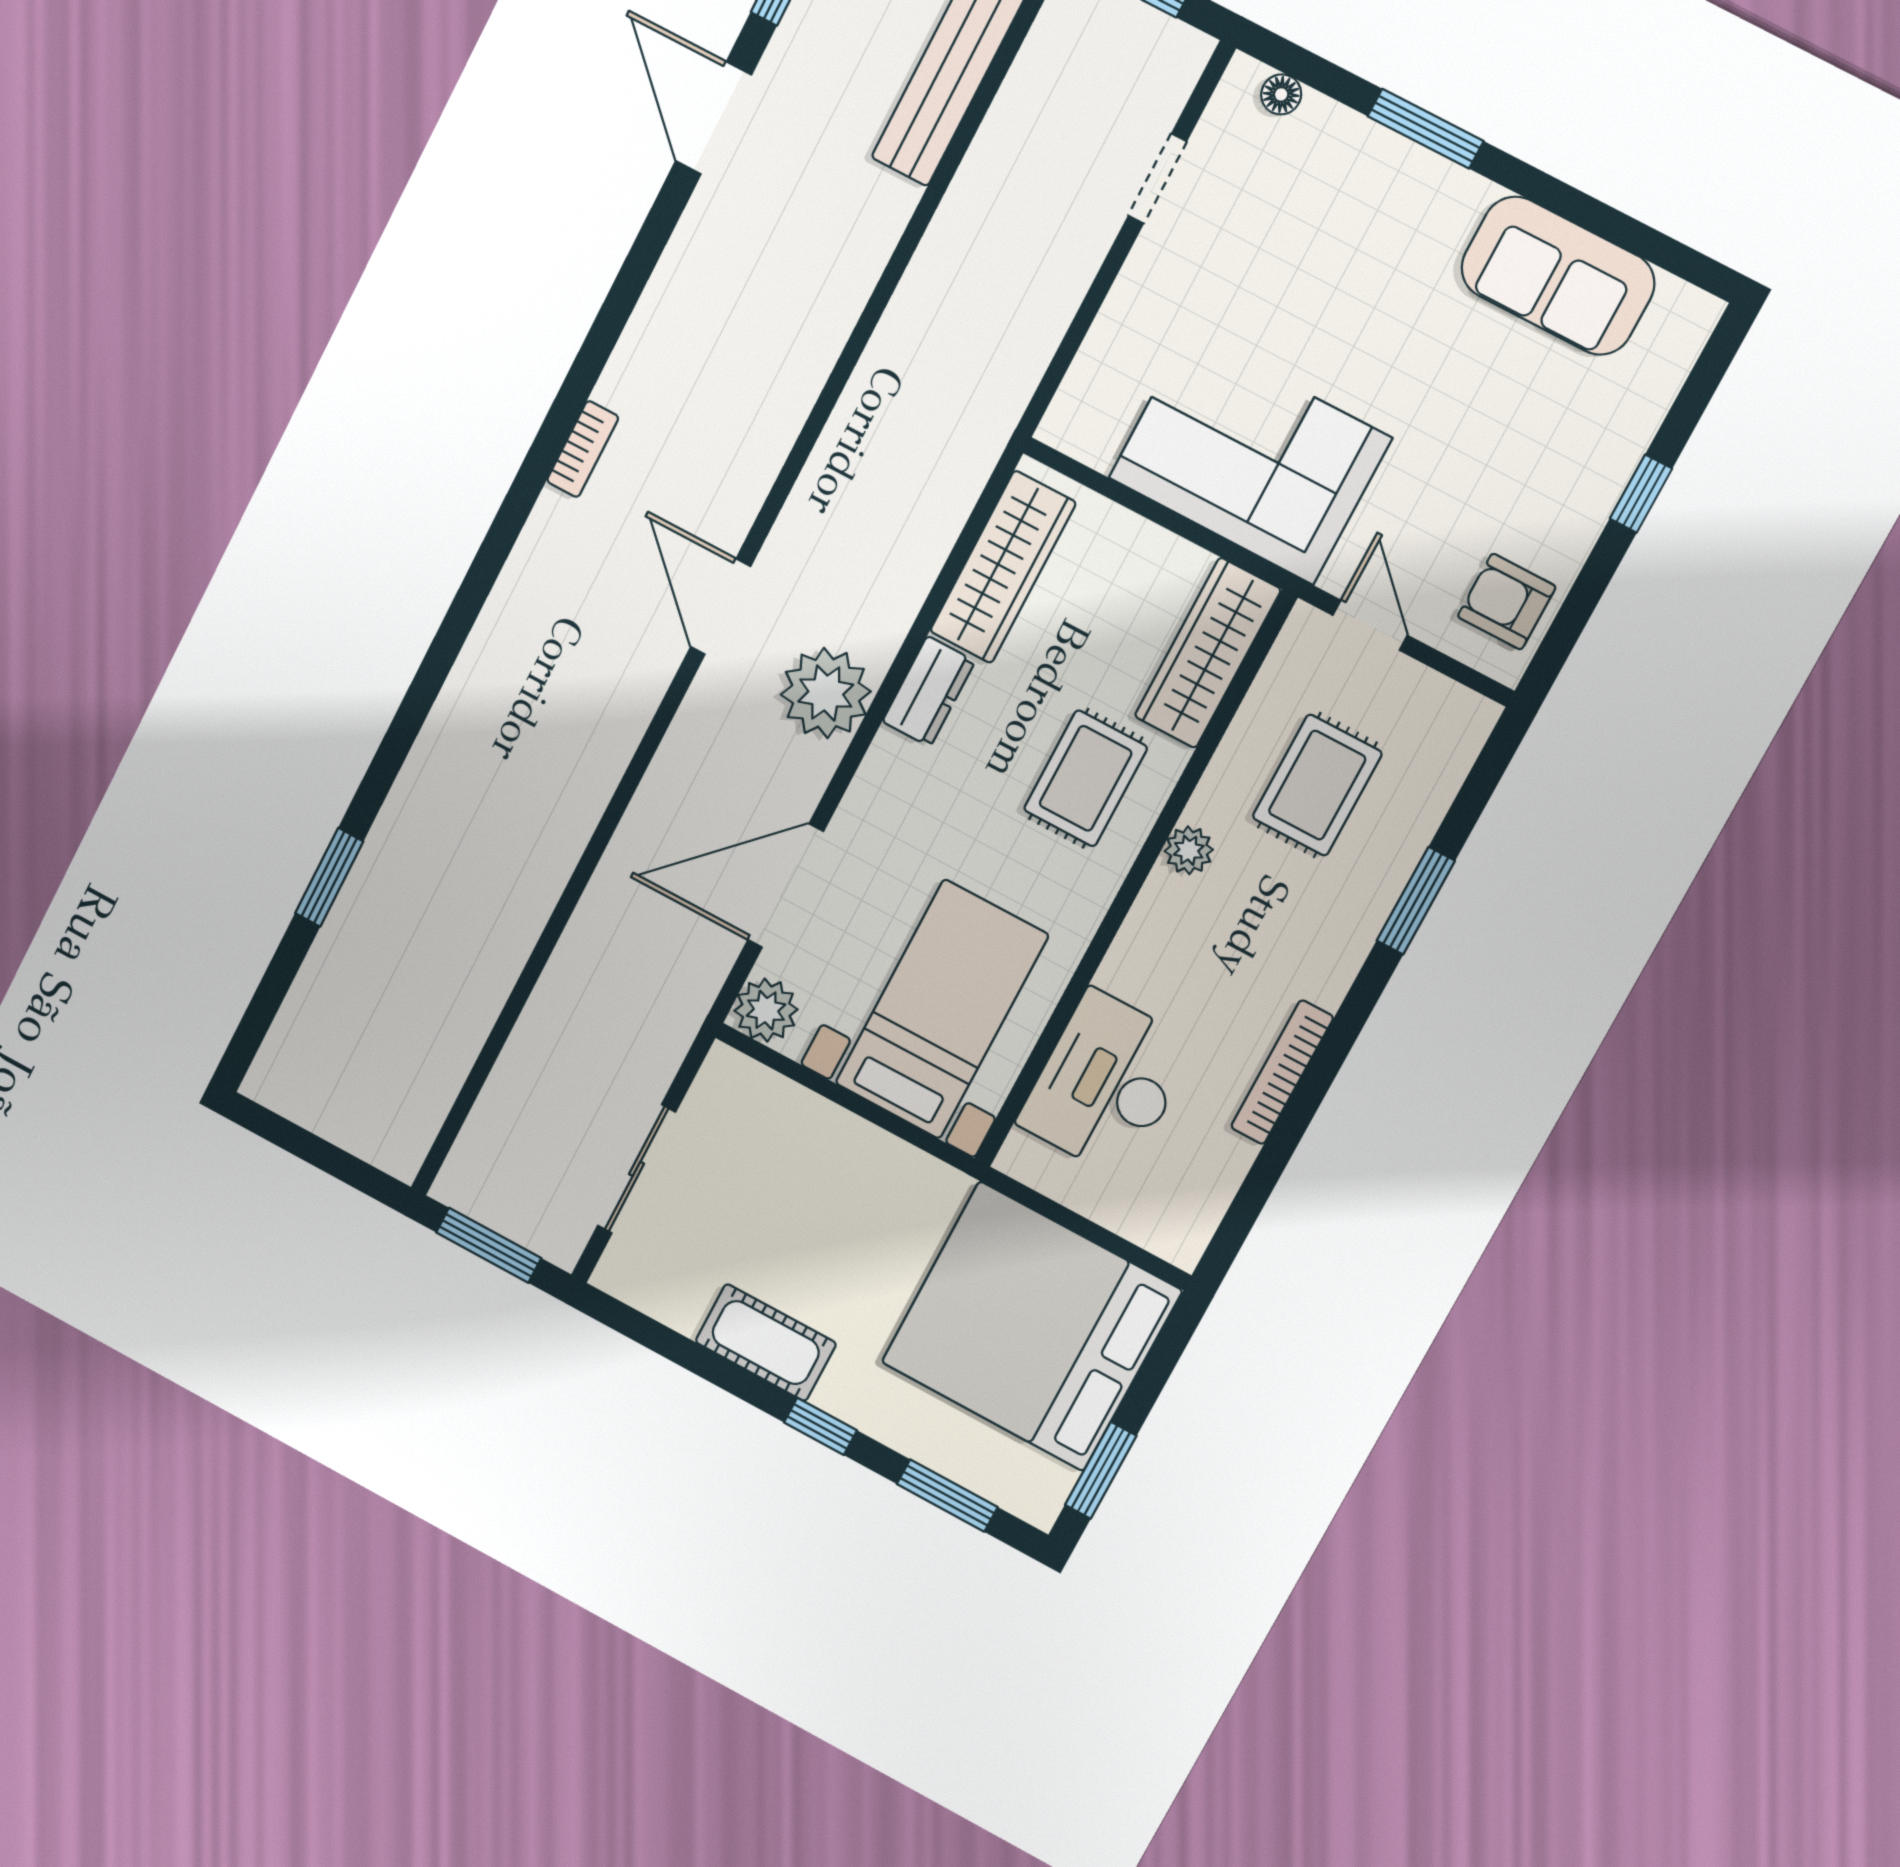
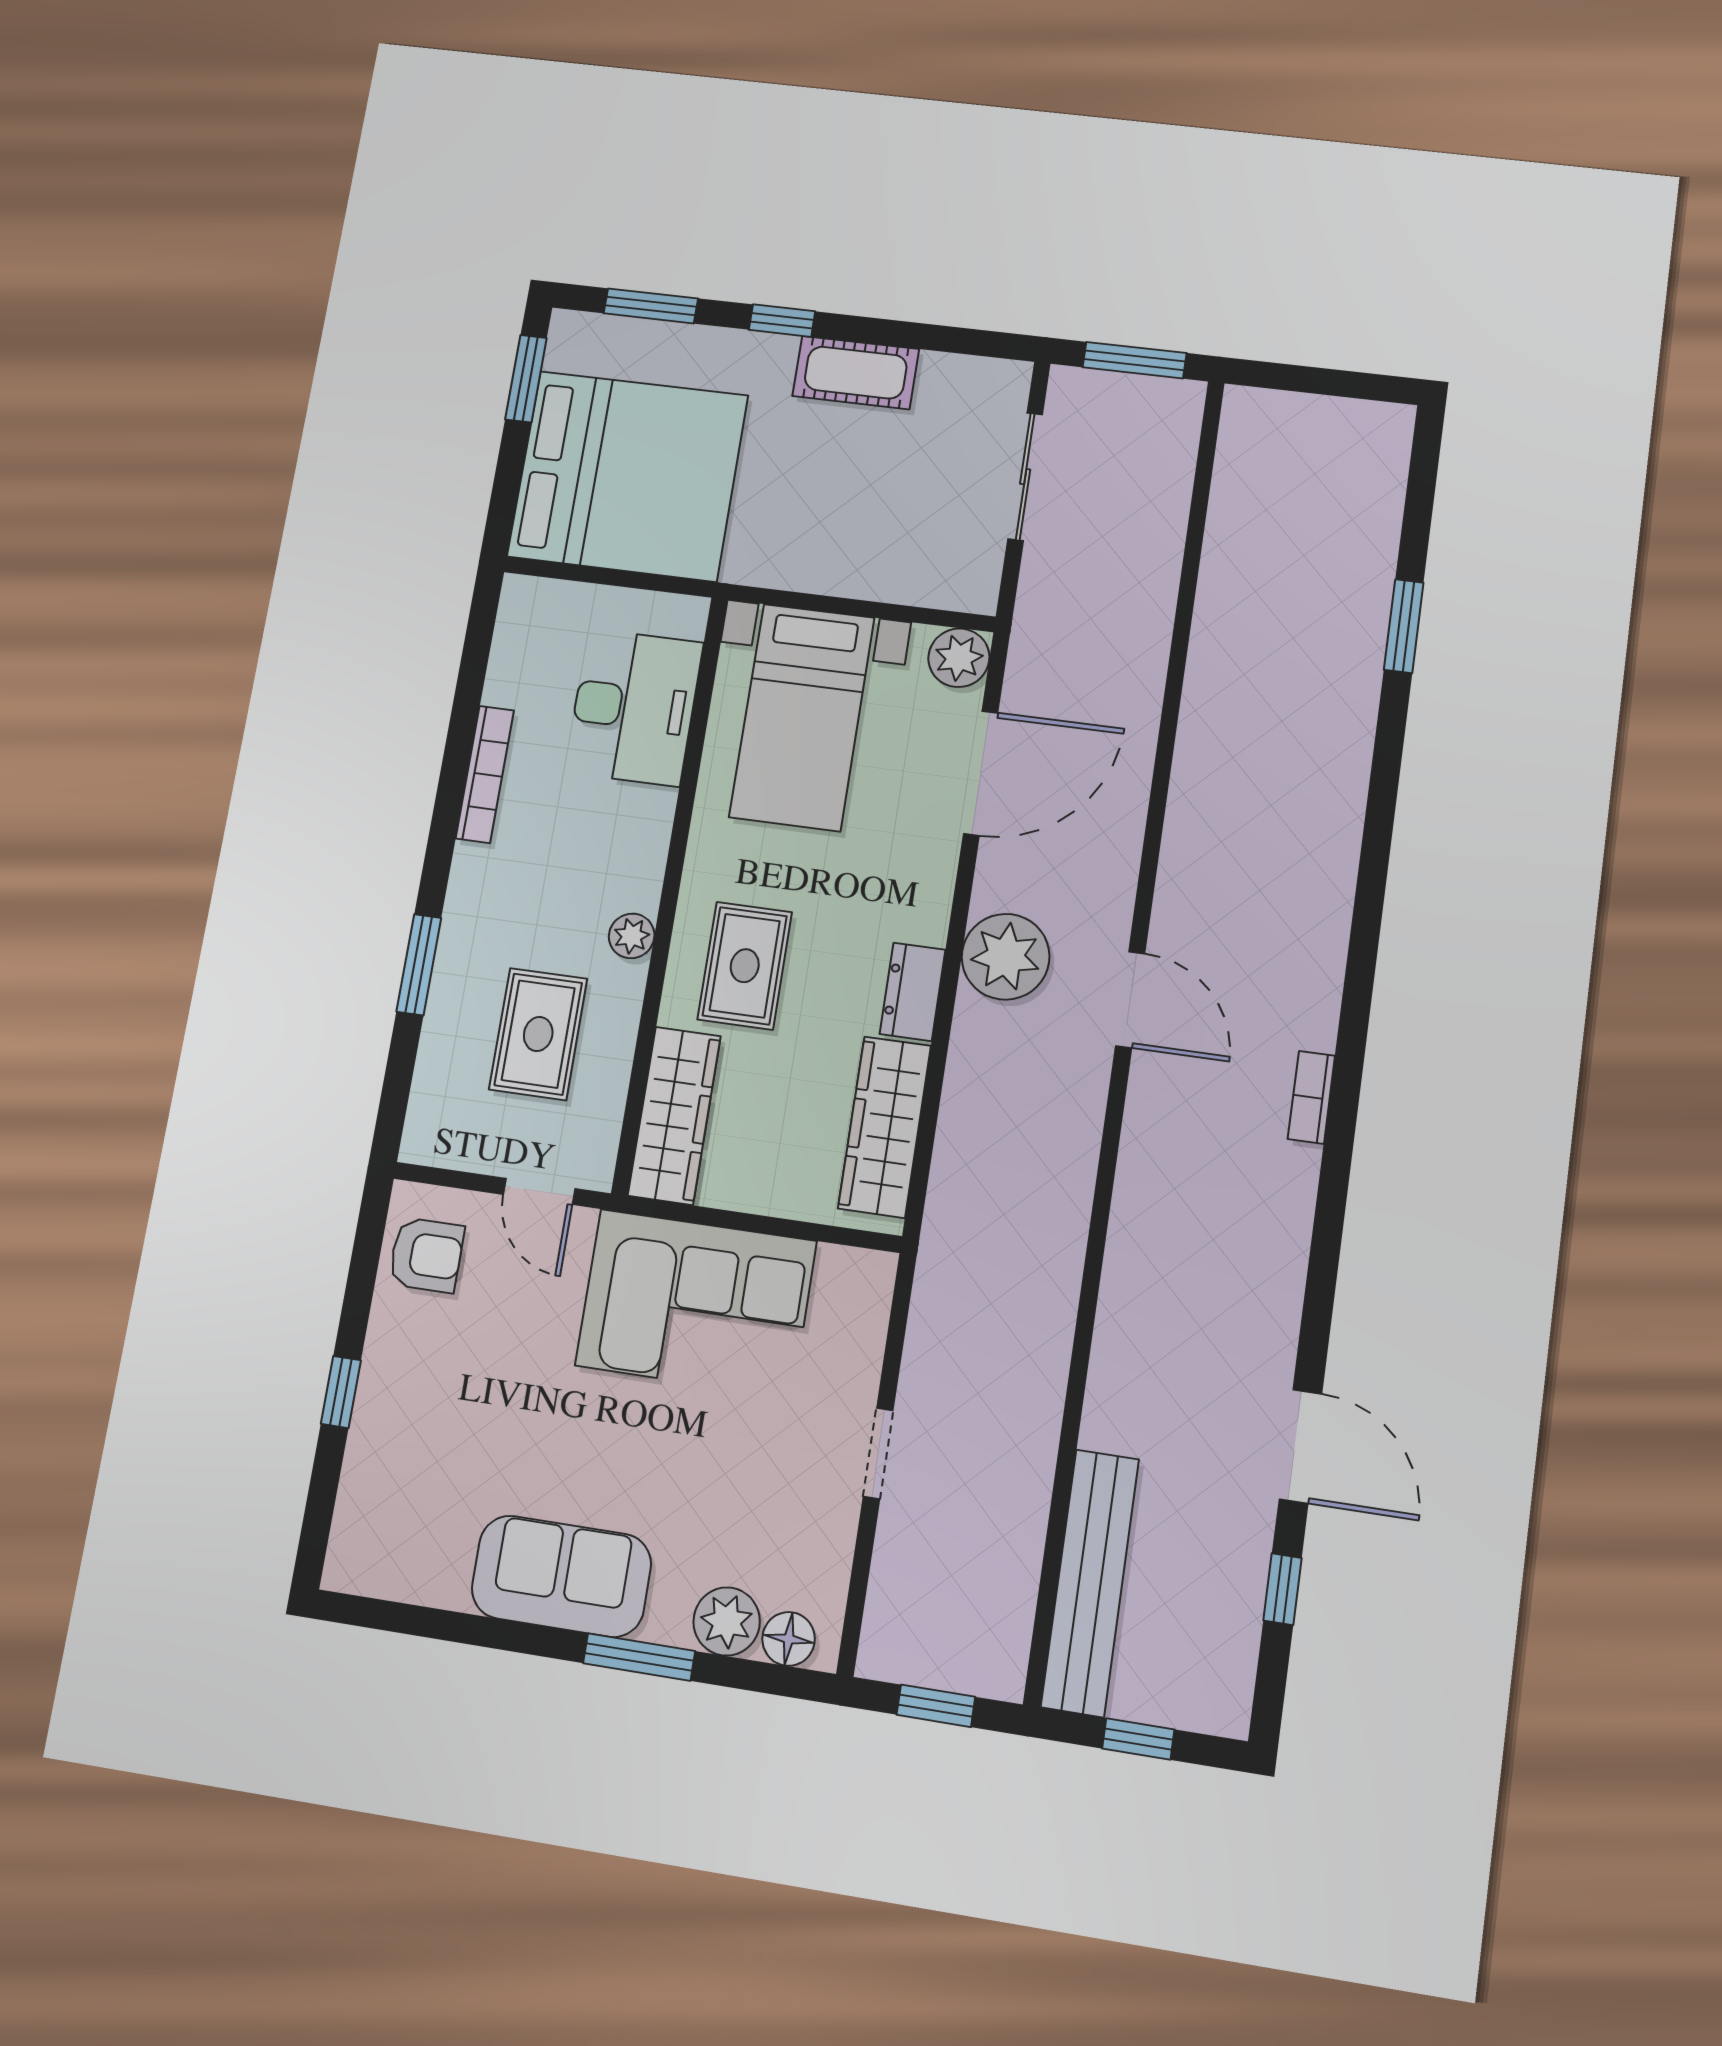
floor lamp: (1281, 94) -> (789, 1639), width x1.37, depth x1.37
plant: (1327, 135) -> (727, 1621), added
doorway: (1157, 179) -> (878, 1454), moved
sofa: (1558, 276) -> (561, 1576), moved

